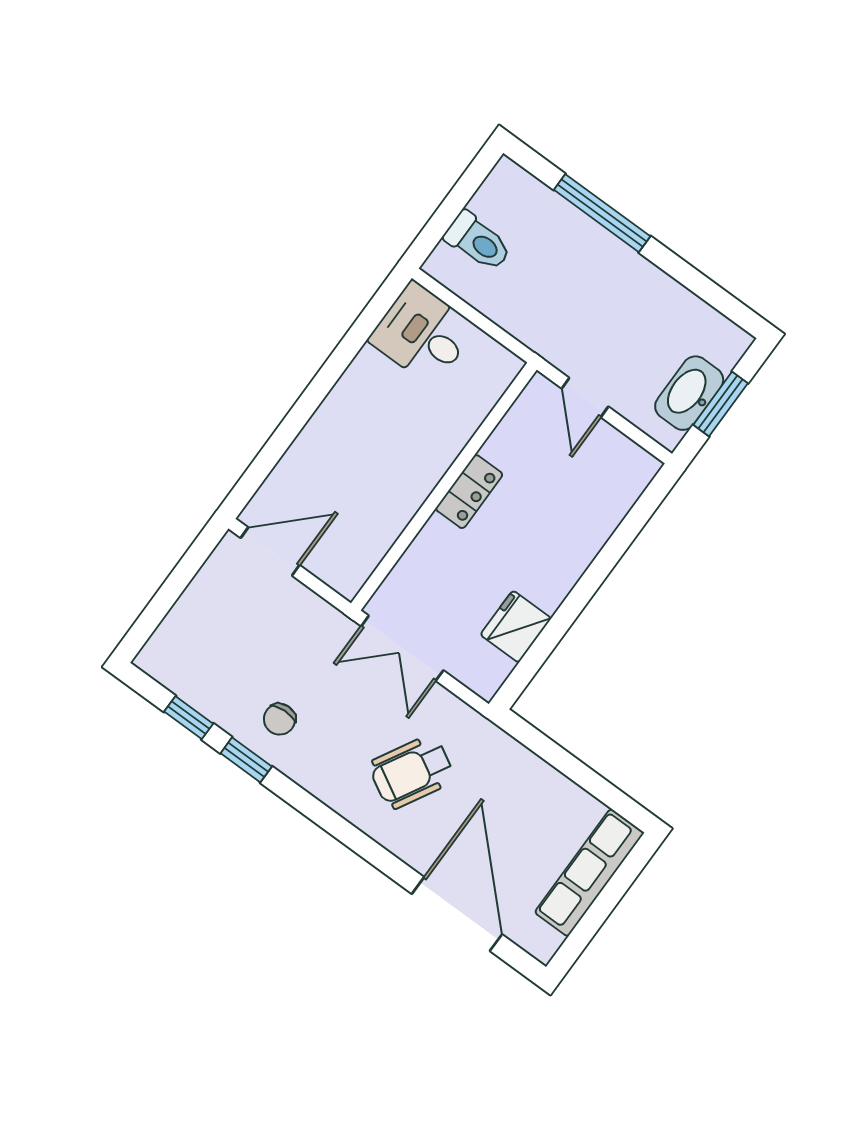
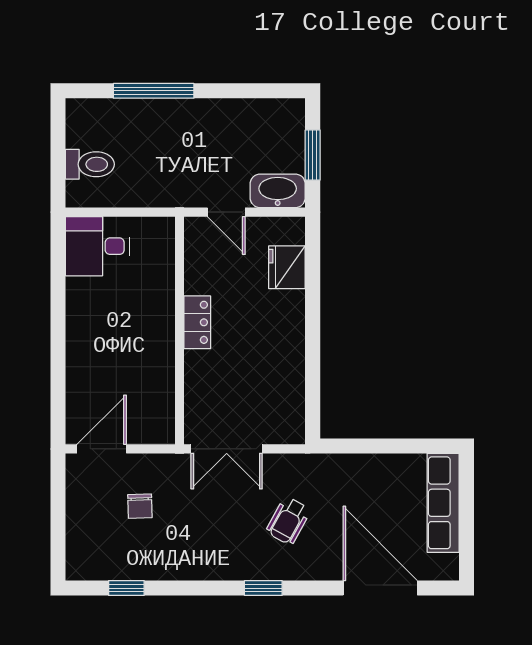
washbasin: (689, 393) -> (278, 191), moved, turned 90
fridge: (516, 627) -> (287, 267), moved
chair: (280, 719) -> (140, 506), moved
window: (246, 760) -> (263, 588), moved
wheelchair: (412, 772) -> (288, 521), width x0.73, depth x0.73

